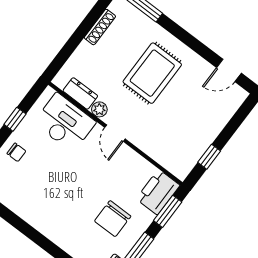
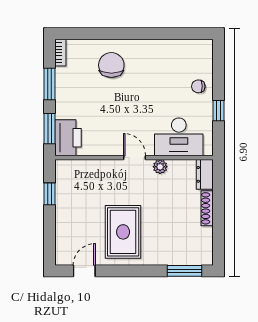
shoe rack: (100, 27) -> (207, 208), moved
rug: (152, 73) -> (123, 232), moved
dresser: (80, 93) -> (205, 174), moved, turned 90
chair: (113, 219) -> (111, 65), moved

